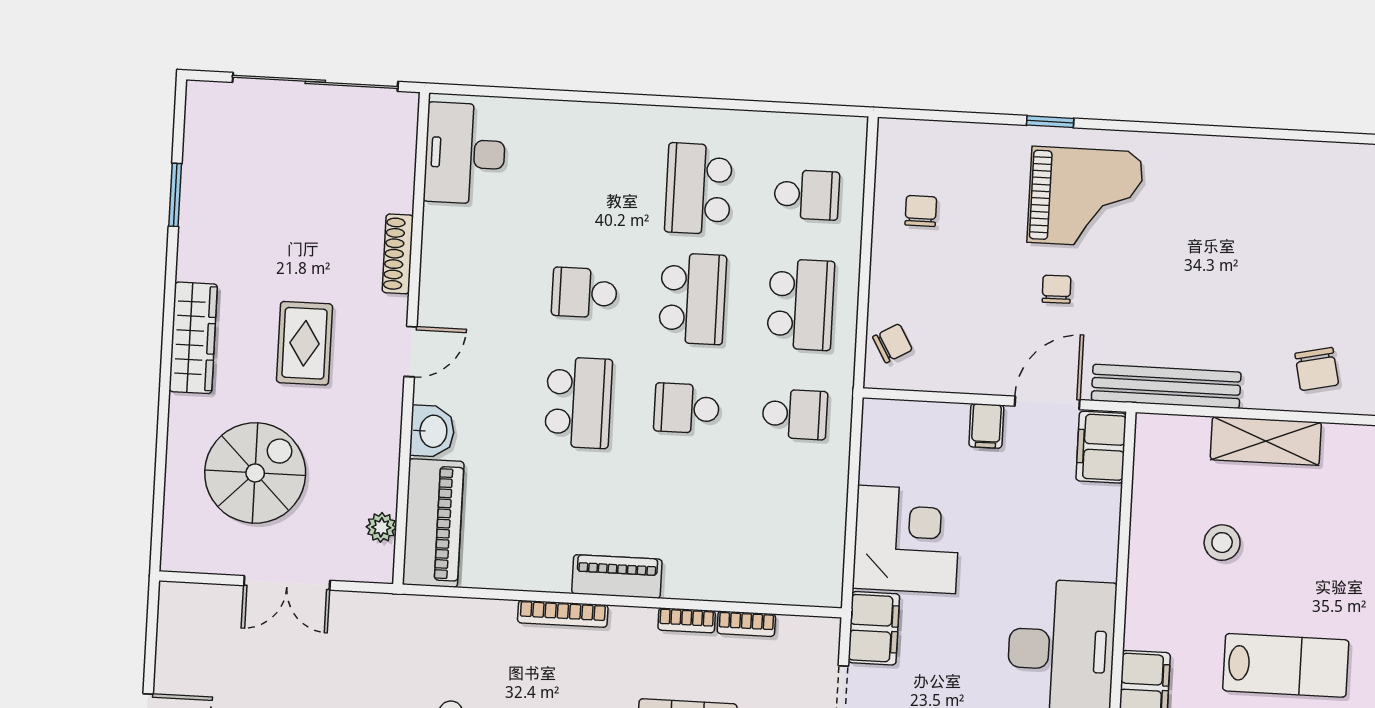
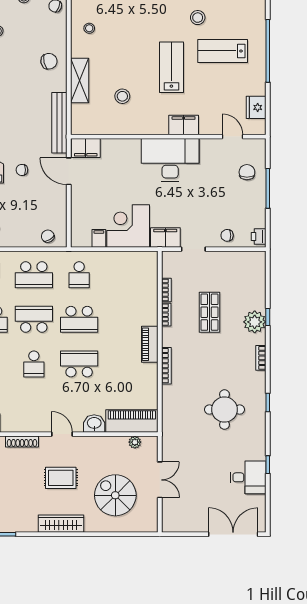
school desk: (801, 304) -> (34, 275), turned 180
school desk: (687, 408) -> (79, 319), width x1.85
school desk: (795, 414) -> (79, 275), turned 180
filing cabinet: (986, 426) -> (99, 238), moved, turned -90

